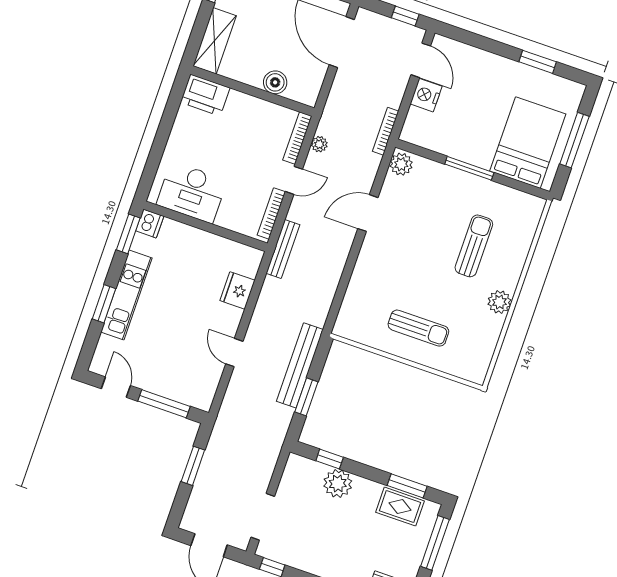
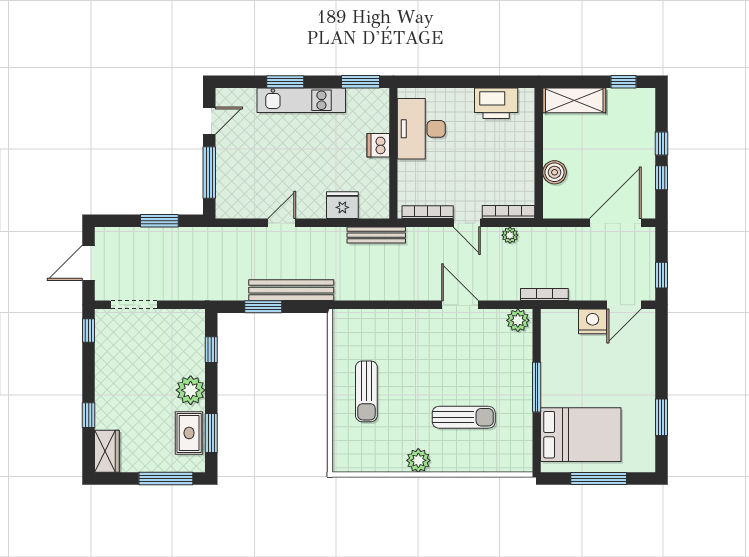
printer: (205, 95) -> (496, 103), moved, turned -90
dishwasher: (150, 223) -> (378, 145), moved, turned 90
bench: (283, 249) -> (376, 235), moved
plant: (338, 483) -> (191, 390), moved

